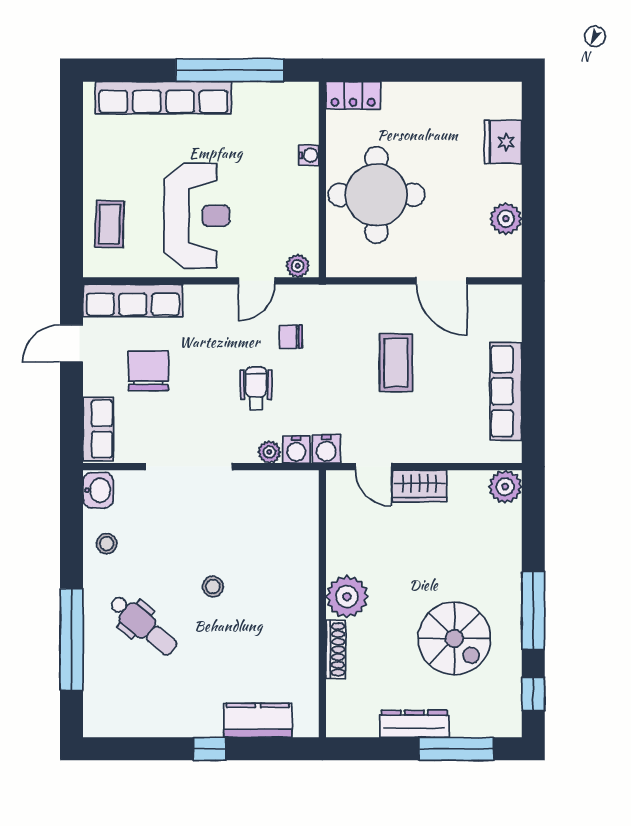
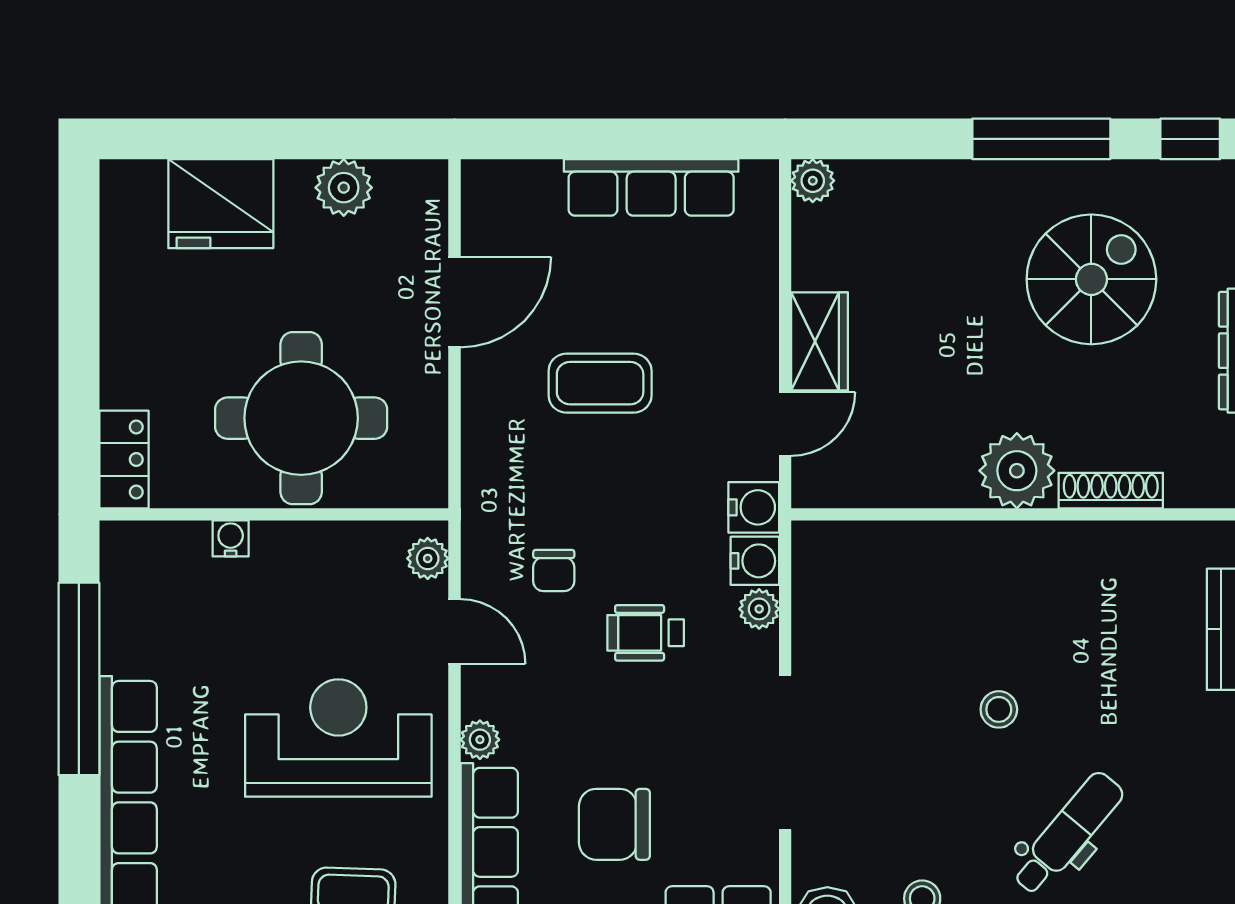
fridge: (503, 142) -> (221, 204), width x1.36, depth x1.34
plant: (196, 295) -> (480, 740), added
plant: (505, 487) -> (813, 181), width x0.73, depth x0.73

